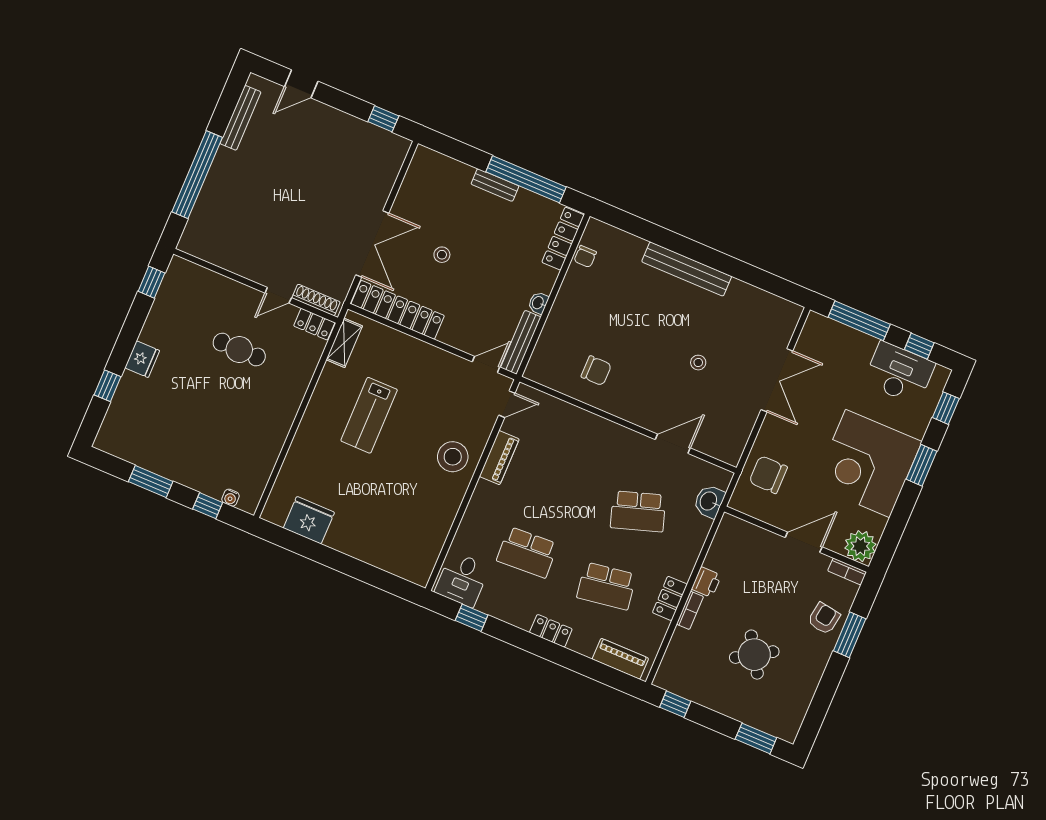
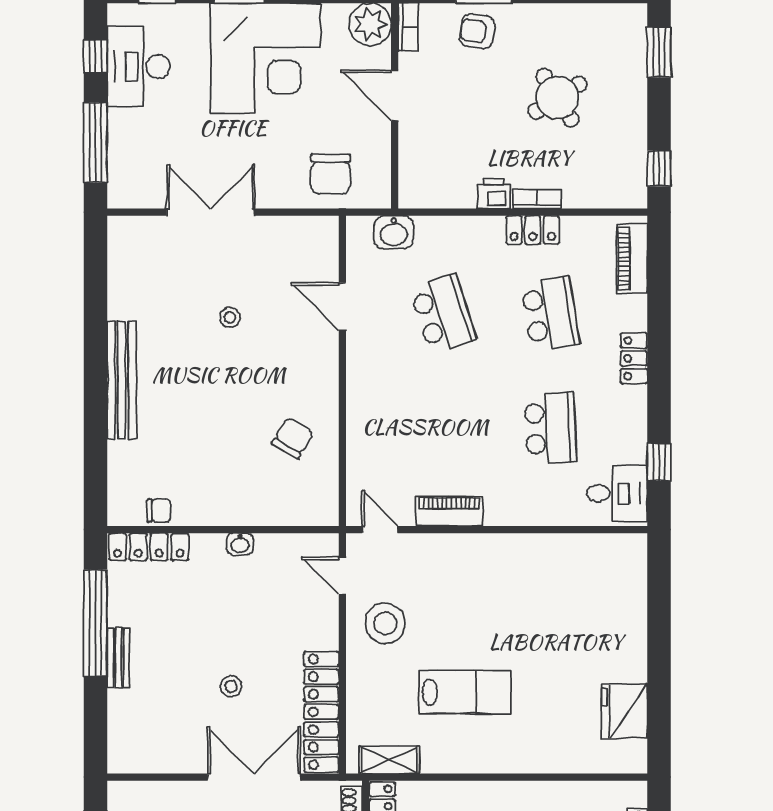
bench: (521, 342) -> (297, 545), removed
chair: (596, 371) -> (293, 438), turned 31
stool: (453, 457) -> (385, 623), moved

